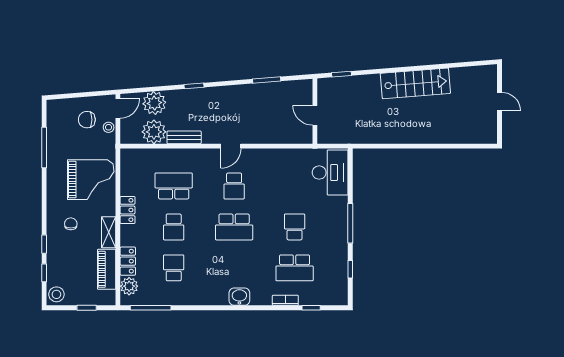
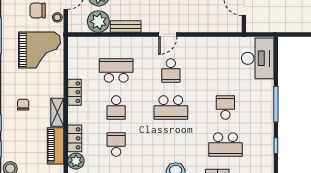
grand piano: (91, 180) -> (39, 50), moved

